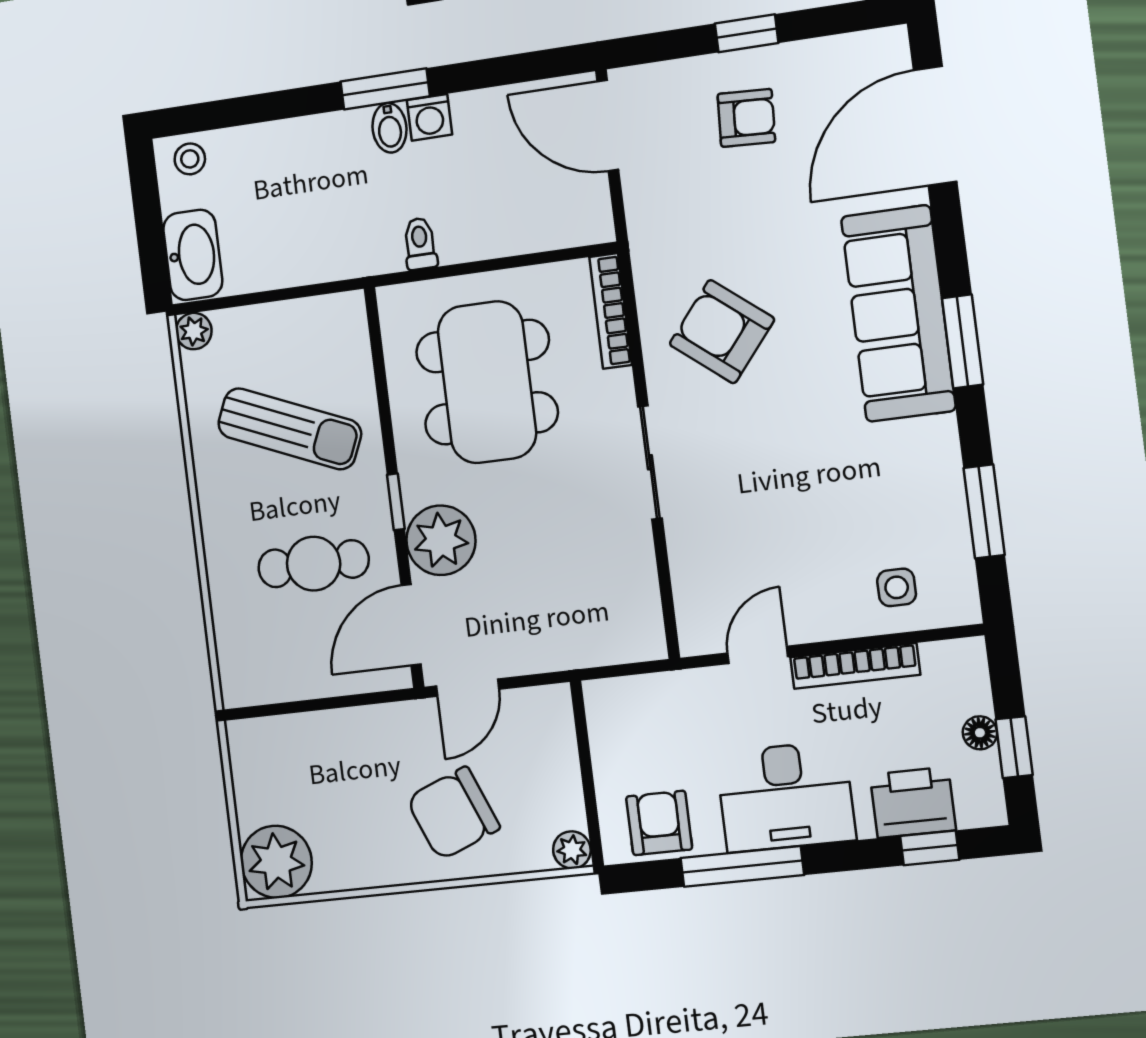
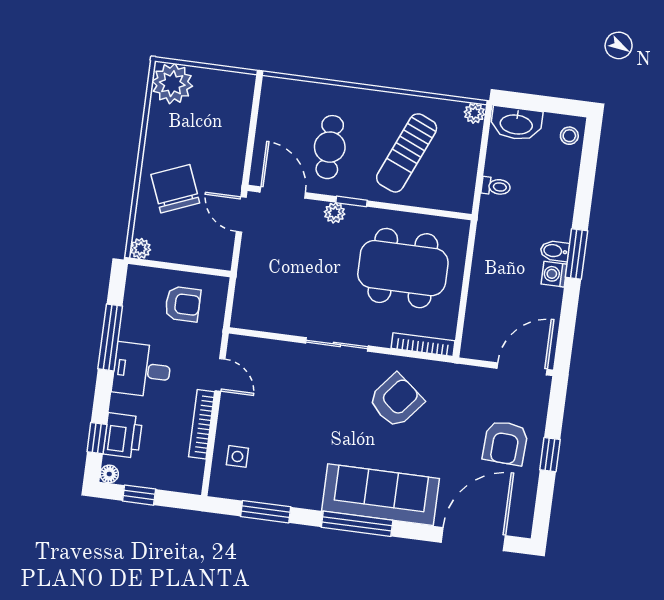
armchair: (746, 118) -> (505, 443), width x1.38, depth x1.38
door: (935, 126) -> (473, 539), hinge flipped
toilet: (420, 244) -> (496, 186), moved
window: (963, 341) -> (357, 524), width x1.44
plant: (441, 540) -> (335, 213), width x0.53, depth x0.53
floor lamp: (980, 733) -> (109, 474), moved
desk: (786, 796) -> (142, 370), width x0.73
armchair: (659, 823) -> (183, 304), moved

